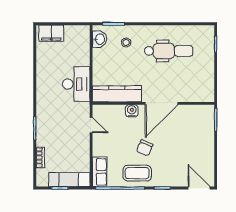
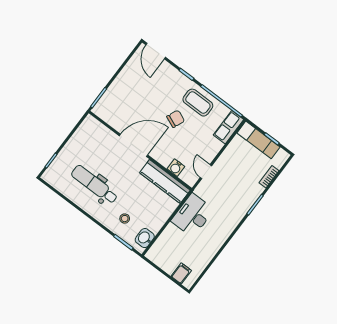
filing cabinet: (51, 33) -> (181, 273), width x0.50
water cooler: (132, 111) -> (176, 168), moved

